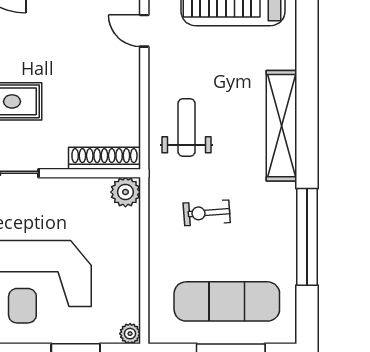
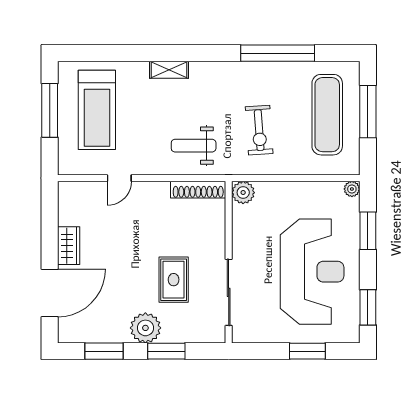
shelving: (282, 126) -> (169, 70), width x0.45, depth x0.75
shoe rack: (104, 158) -> (198, 190), moved, turned -90
exercise bike: (207, 213) -> (259, 130), width x1.38, depth x1.39

